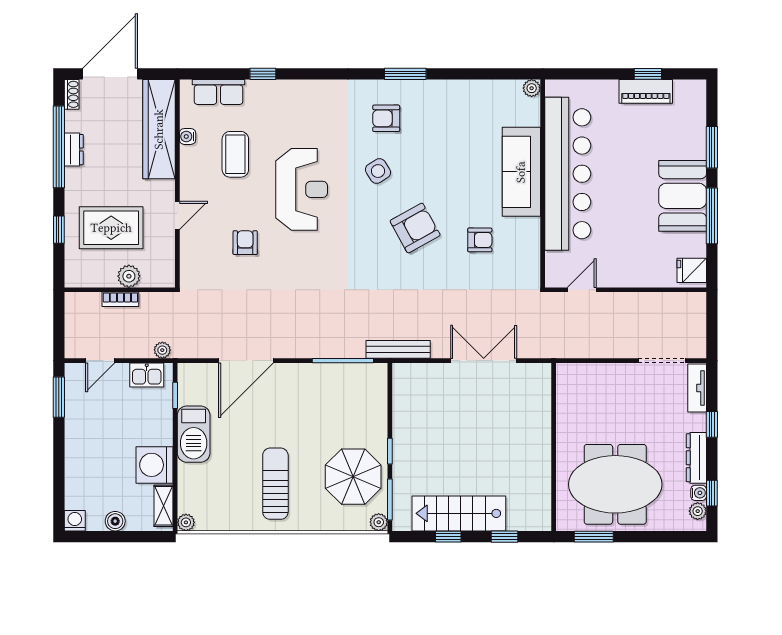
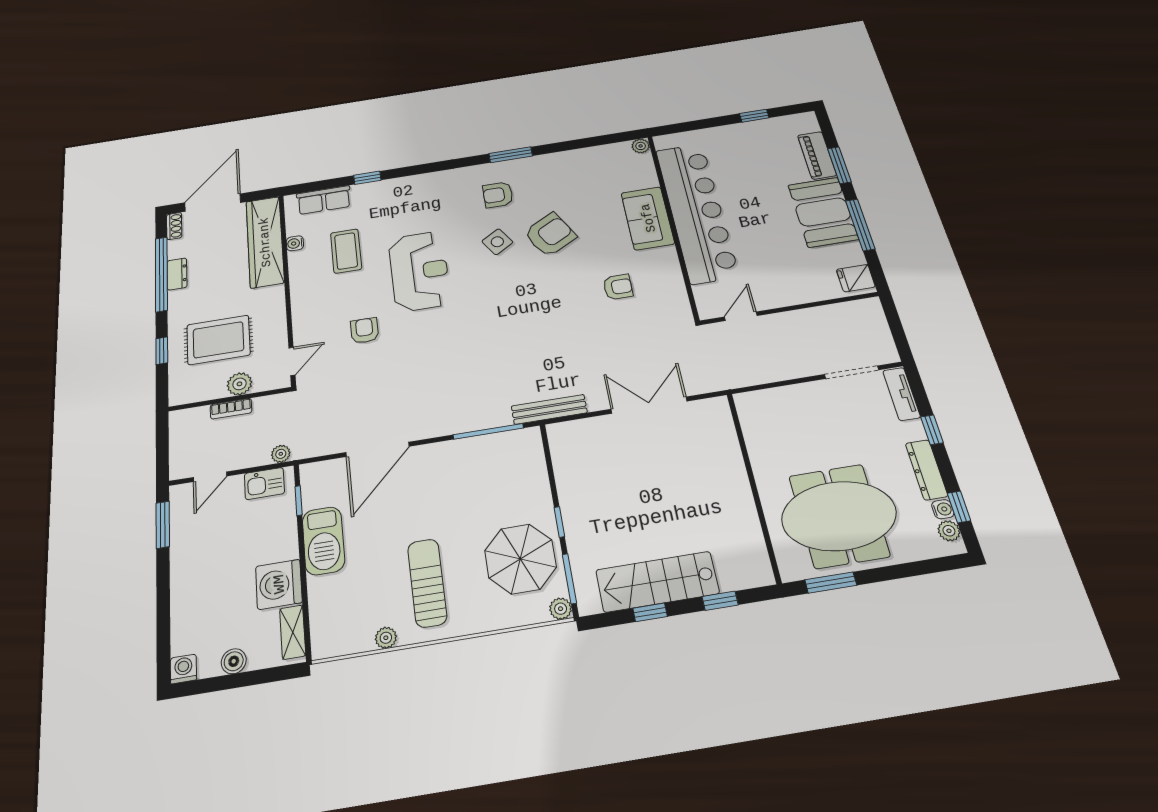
piano: (646, 91) -> (817, 155), moved, turned 90
sofa: (521, 172) -> (648, 218), width x0.73
door: (177, 215) -> (292, 361), moved
armchair: (415, 228) -> (550, 235), moved
plant: (186, 522) -> (386, 638), moved

